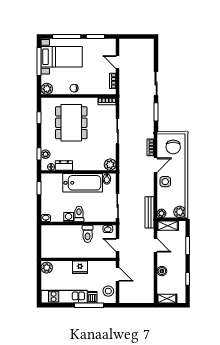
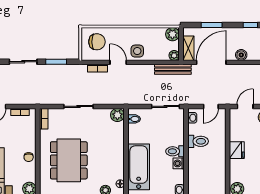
dining table: (71, 123) -> (69, 160), turned 90
dresser: (64, 166) -> (119, 169), removed
bathtub: (83, 183) -> (139, 167), moved
door: (155, 245) -> (211, 62), width x1.87

